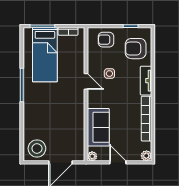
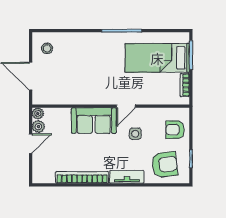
armchair: (106, 40) -> (175, 130), turned -90
armchair: (136, 49) -> (165, 165), turned 83
sofa: (98, 127) -> (94, 121), moved
stool: (37, 148) -> (47, 48), width x0.53, depth x0.53
plant: (146, 156) -> (38, 127), moved

